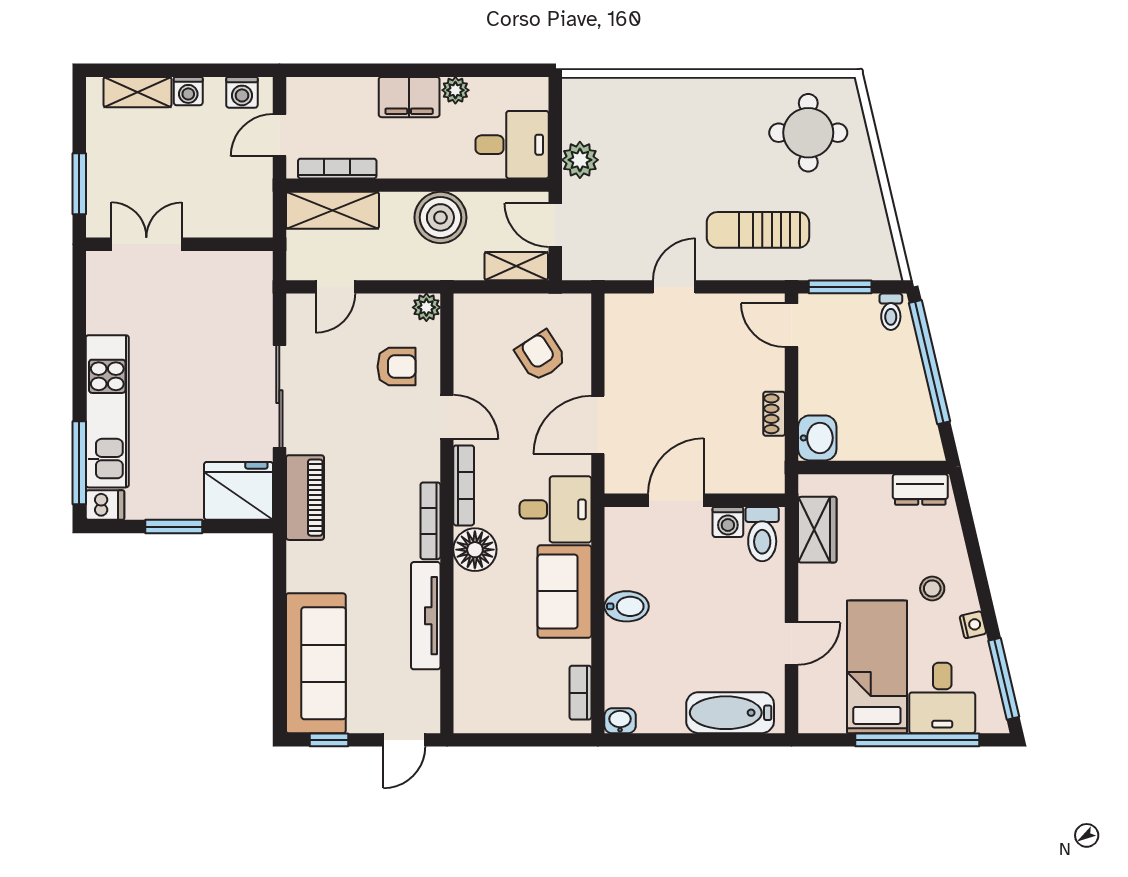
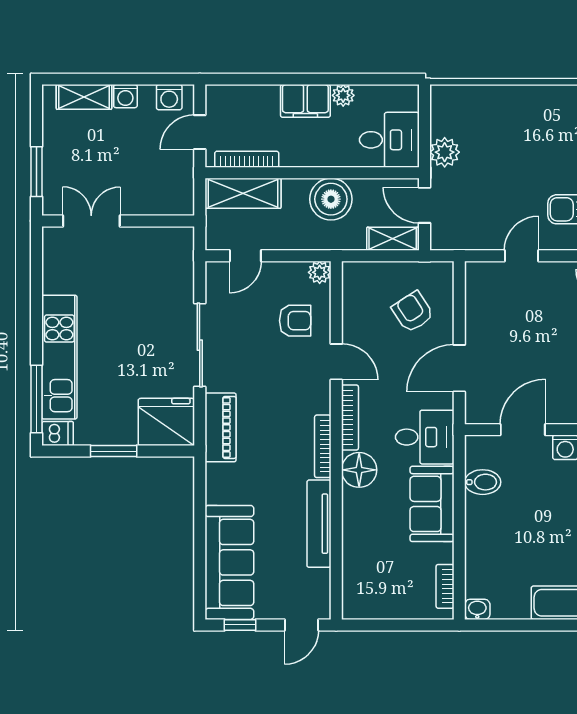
bidet: (627, 606) -> (483, 482), moved

